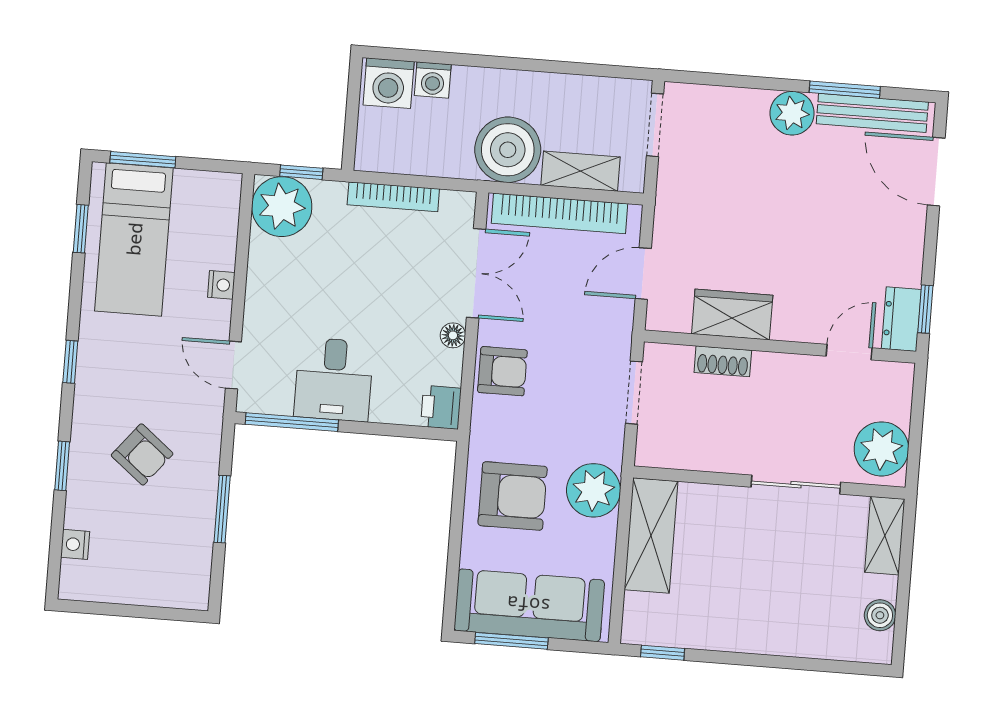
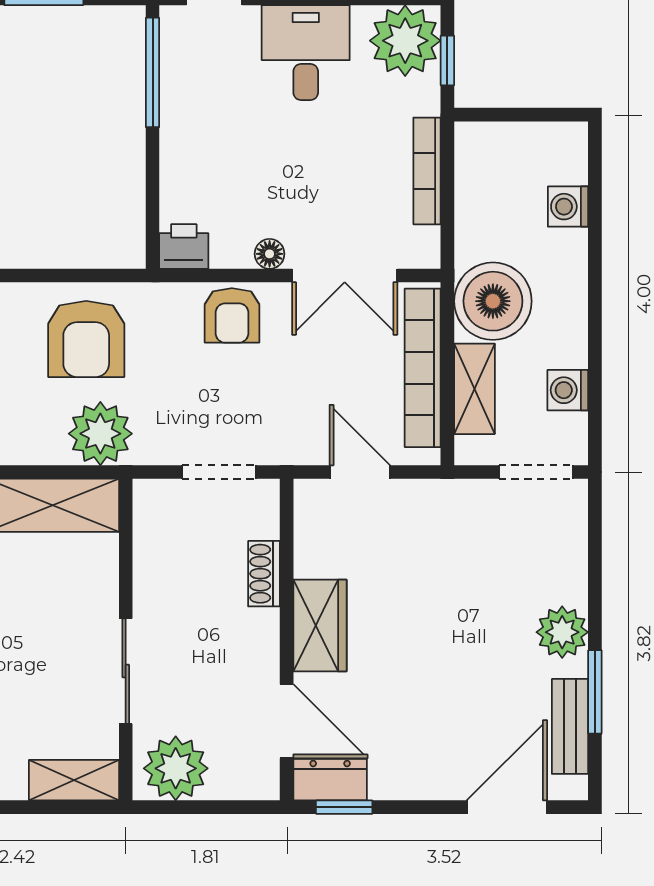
washing machine: (389, 83) -> (568, 390), moved, width x0.73, depth x0.73
bench: (872, 113) -> (570, 726), width x0.73
wardrobe: (732, 314) -> (320, 625), moved
door: (849, 352) -> (287, 721), width x1.38
desk: (334, 379) -> (306, 53), moved, turned 90

